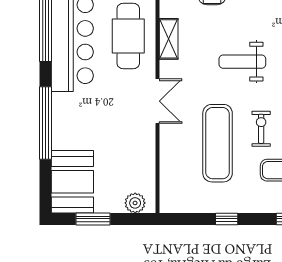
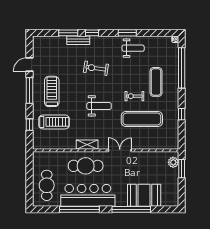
weight bench: (242, 62) -> (99, 106), turned -90
booth: (72, 182) -> (144, 195), moved
window: (93, 219) -> (182, 169), moved

